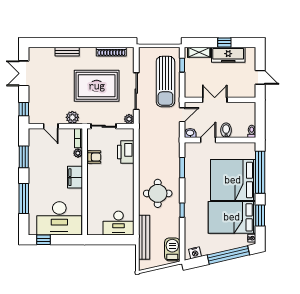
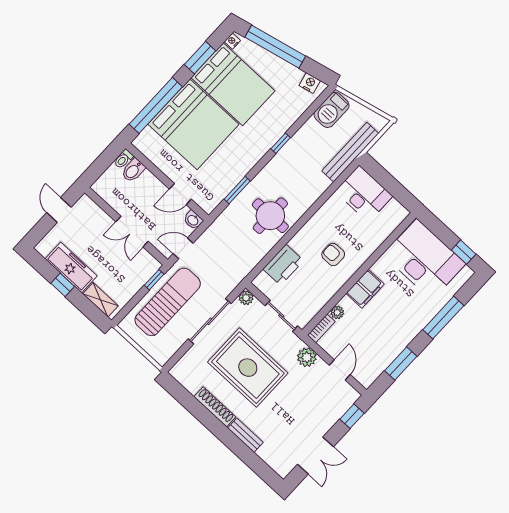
shoe rack: (111, 52) -> (215, 407), moved
window: (182, 65) -> (154, 280), moved
bidet: (226, 130) -> (133, 170), moved
armchair: (94, 157) -> (333, 255), moved
round table: (158, 193) -> (270, 216), moved

